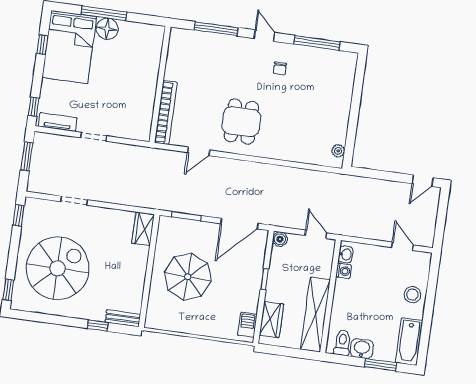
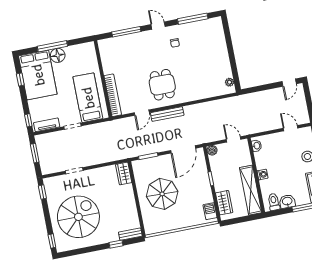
bed: (129, 104) -> (88, 98), added
bench: (234, 166) -> (167, 114), added
washing machine: (344, 271) -> (262, 174), moved

